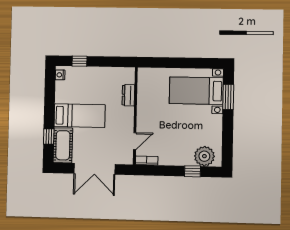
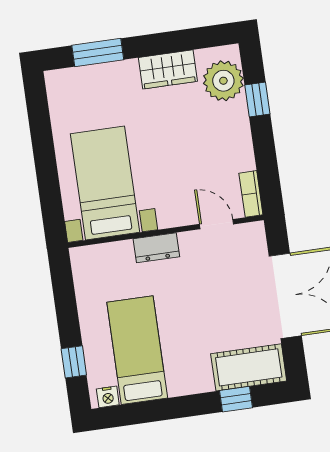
bed with nightstands: (196, 91) -> (105, 183), moved, turned 180
dresser: (128, 95) -> (156, 248), moved
bed: (80, 116) -> (137, 350), moved
wardrobe: (214, 130) -> (168, 69), added

